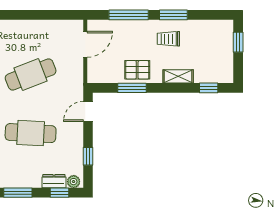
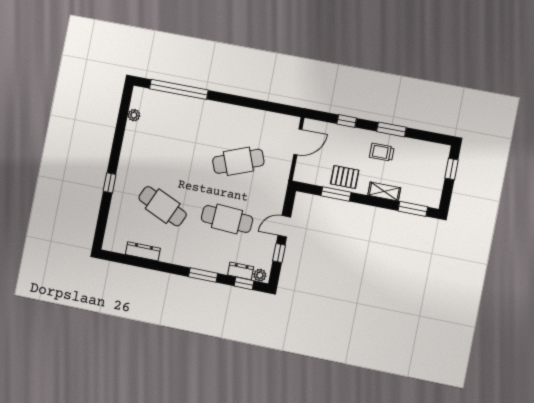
window: (129, 15) -> (347, 121), width x0.46
window: (209, 88) -> (413, 209), width x1.50
door: (88, 111) -> (284, 226), moved

